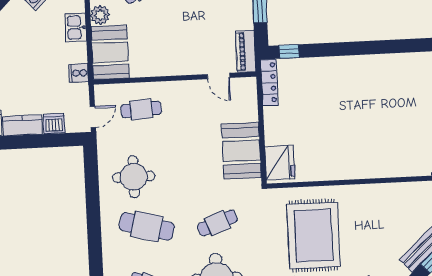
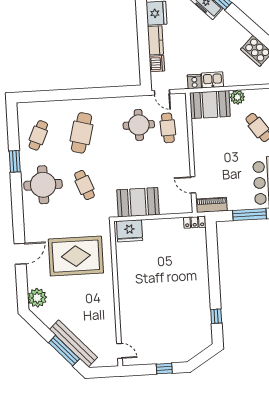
kitchen sink: (76, 28) -> (213, 80), moved
window: (289, 52) -> (216, 316), moved
door: (218, 76) -> (193, 185), hinge flipped
locker: (269, 82) -> (195, 222), width x0.66
round table: (134, 177) -> (139, 125), moved

